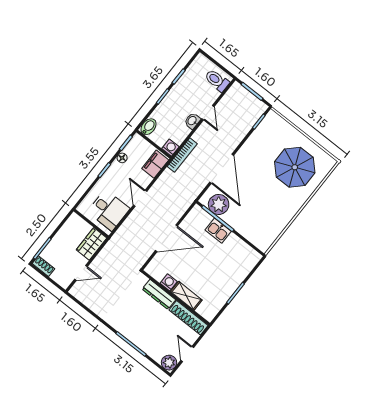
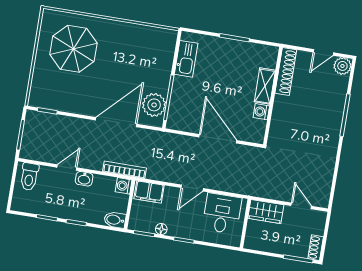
kitchen sink: (218, 231) -> (186, 59), moved, width x1.38
dresser: (159, 294) -> (279, 115), removed

